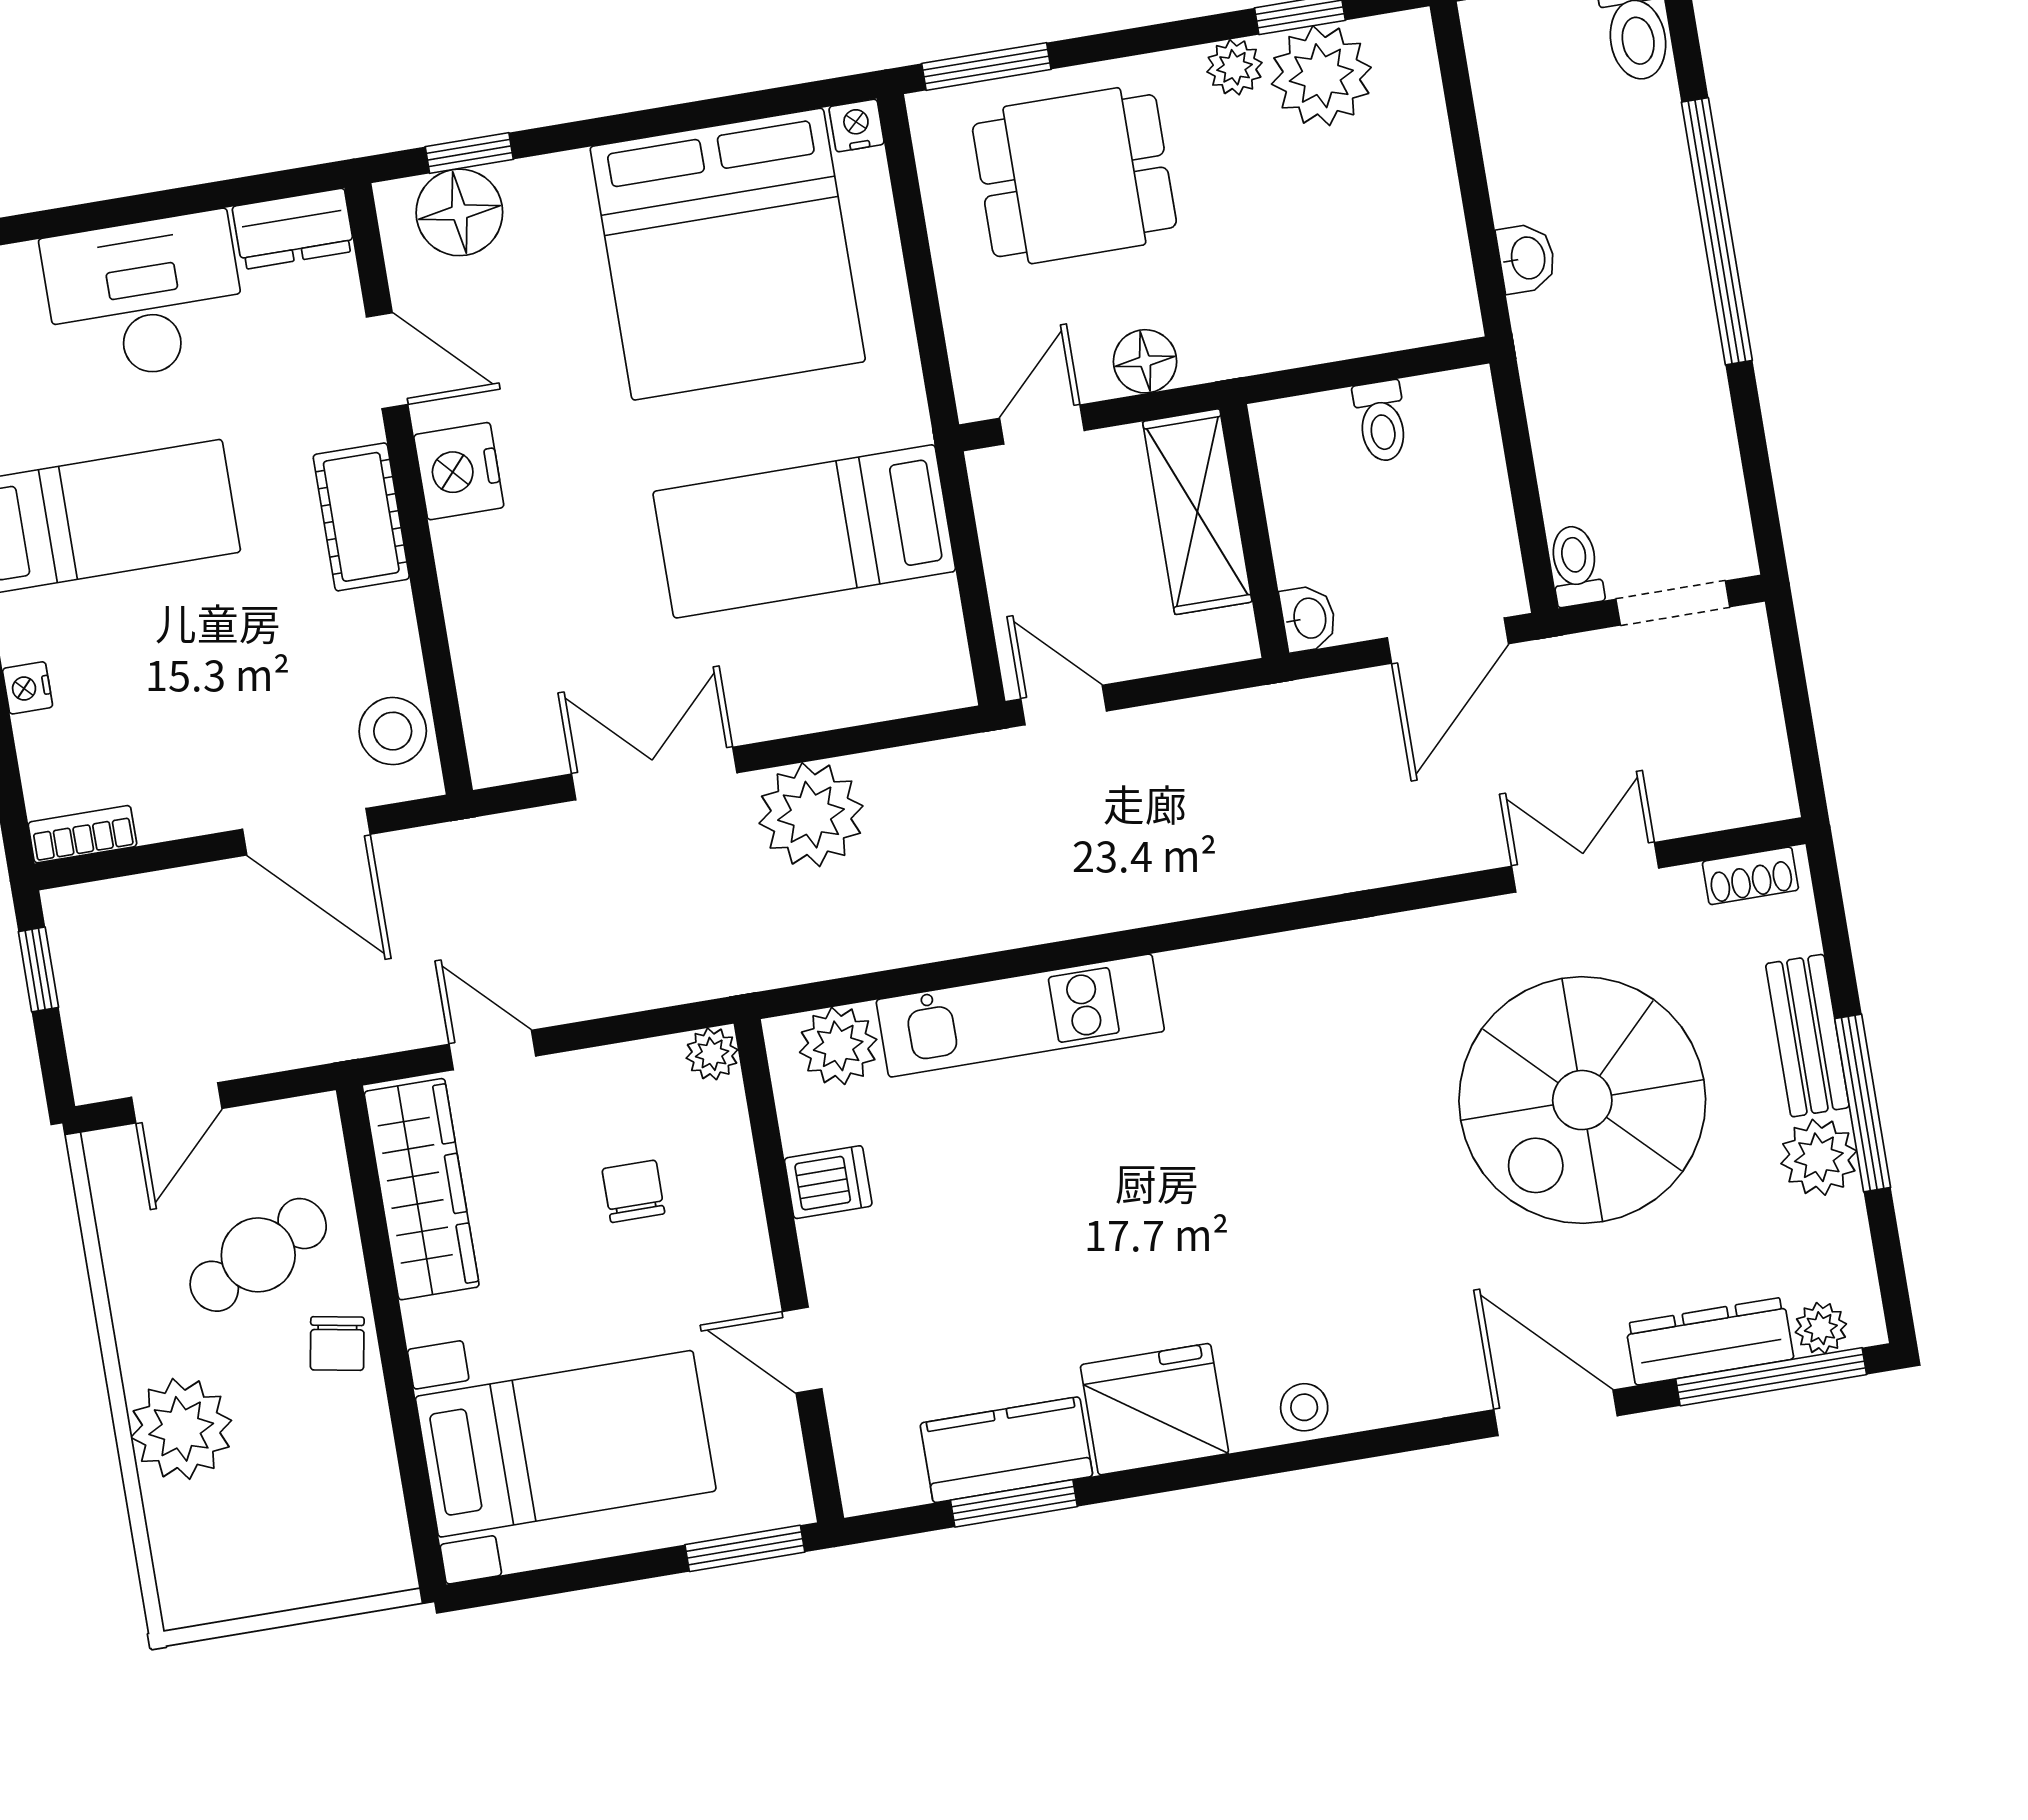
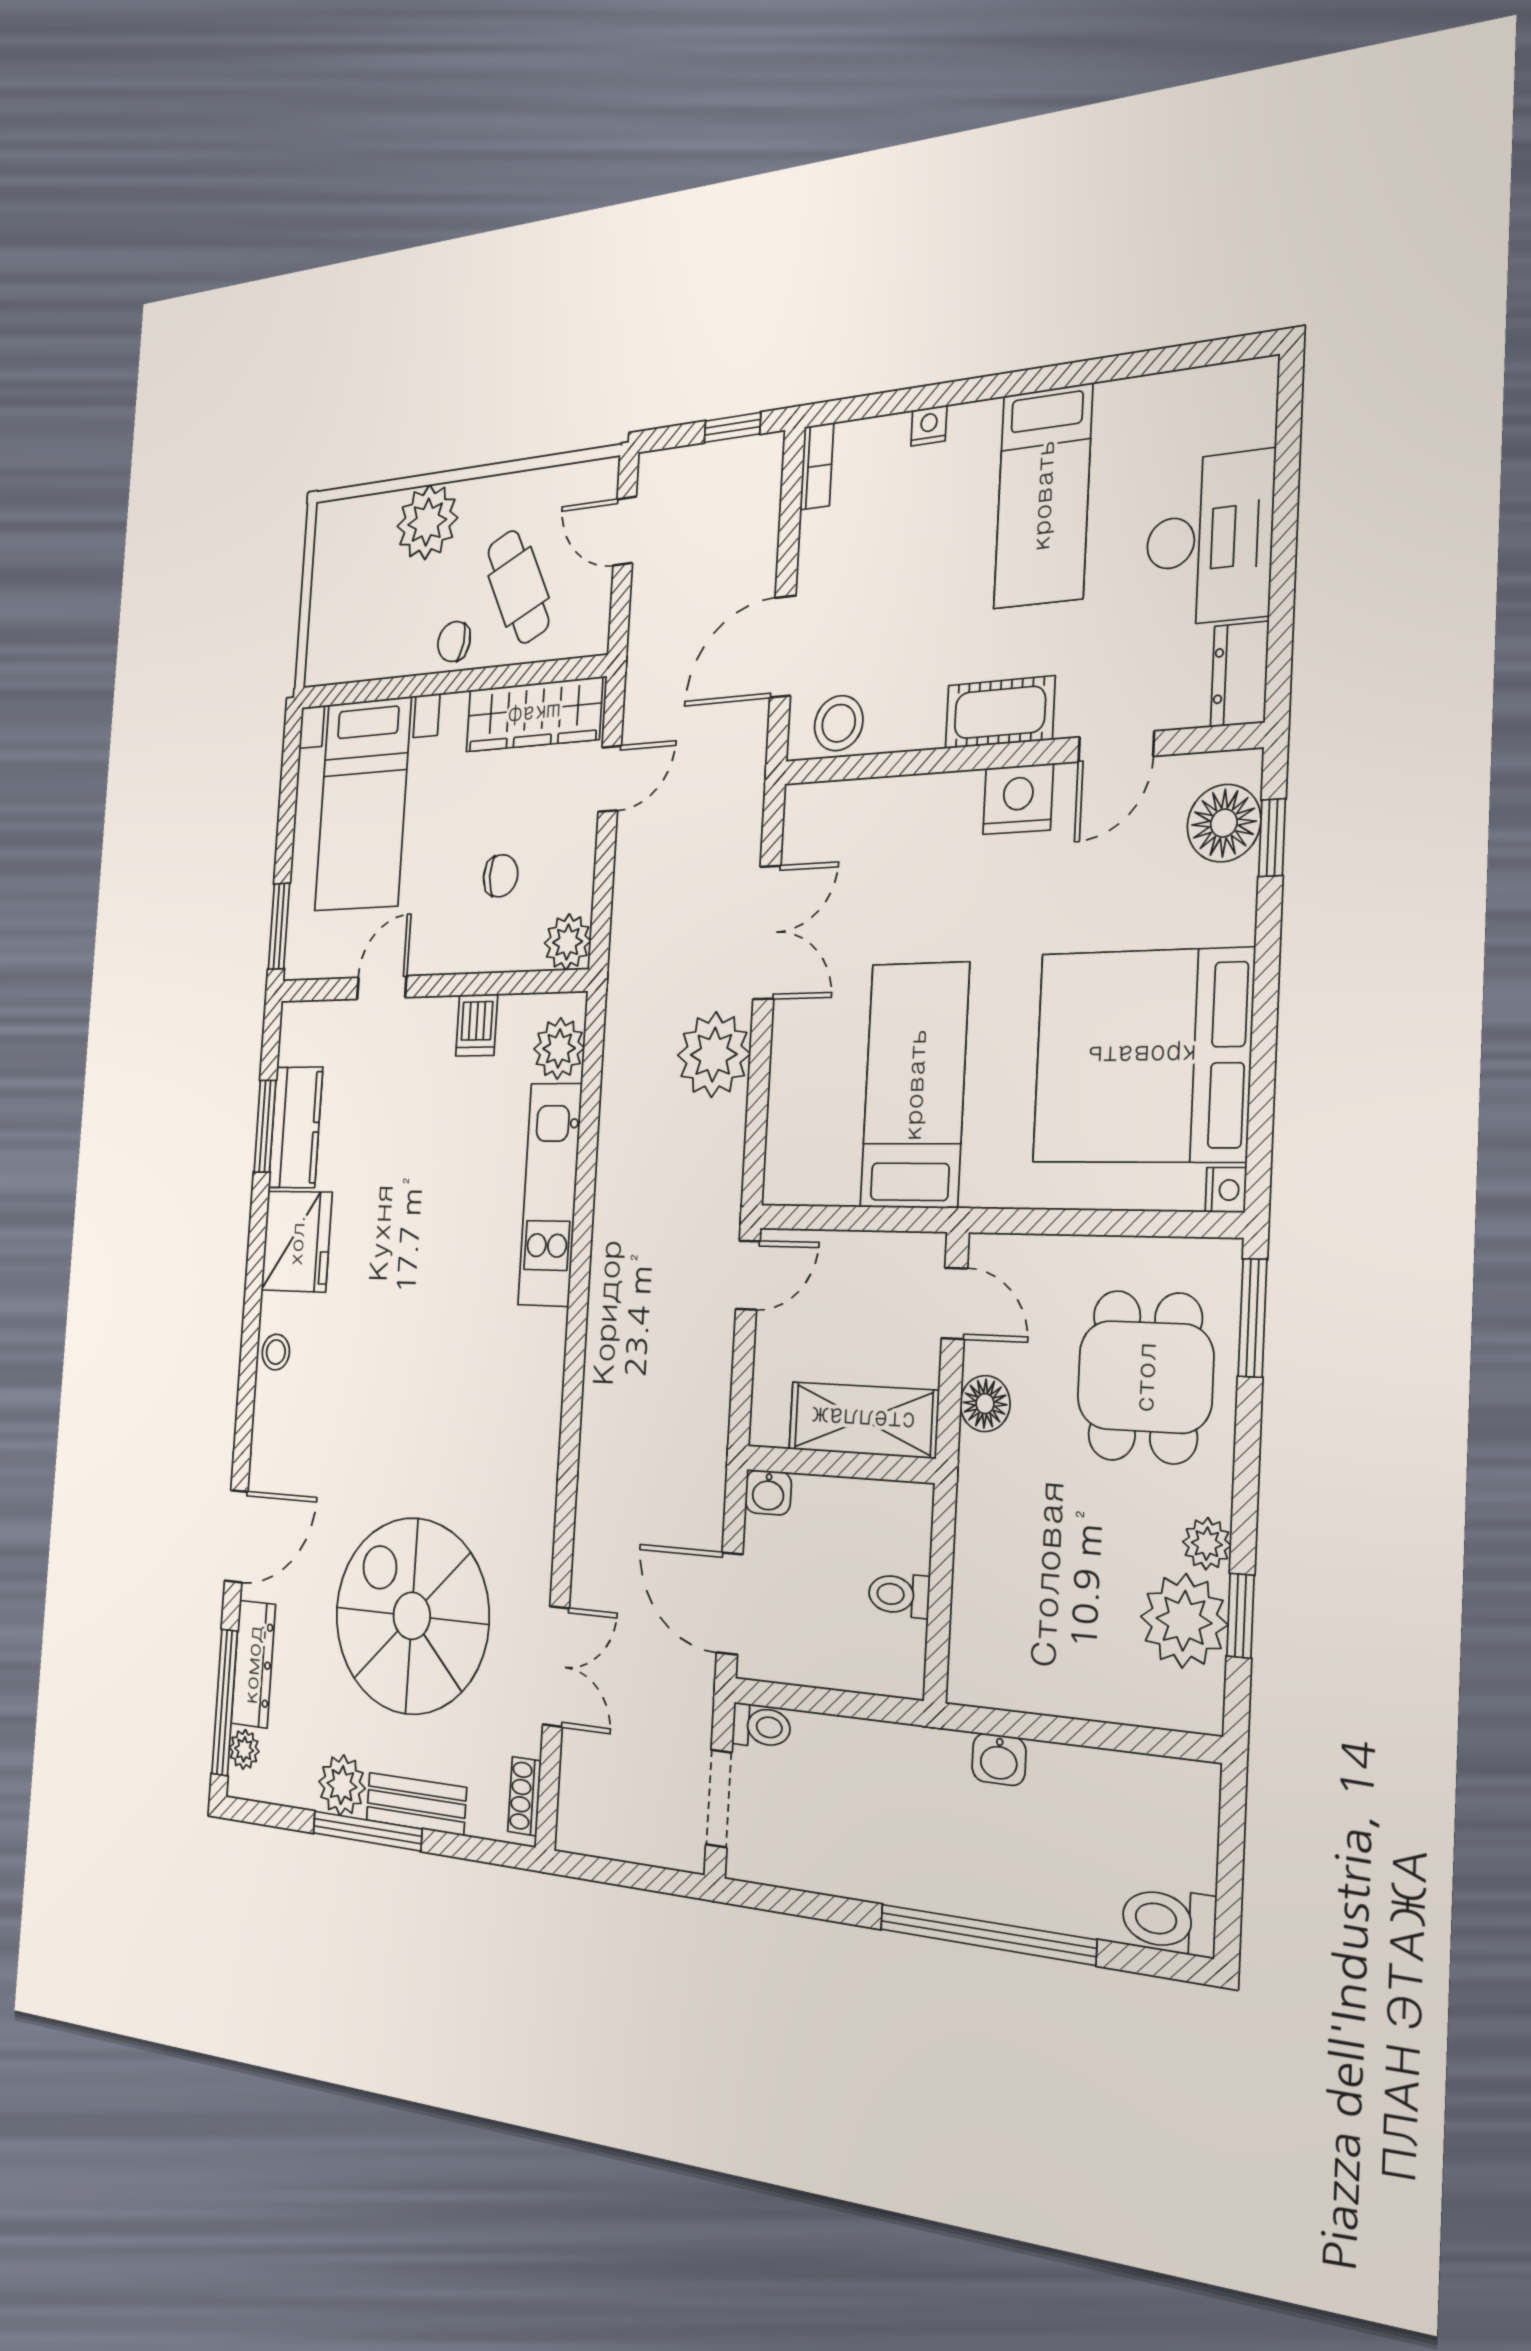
plant: (712, 1054) -> (568, 942), width x1.38, depth x1.38

